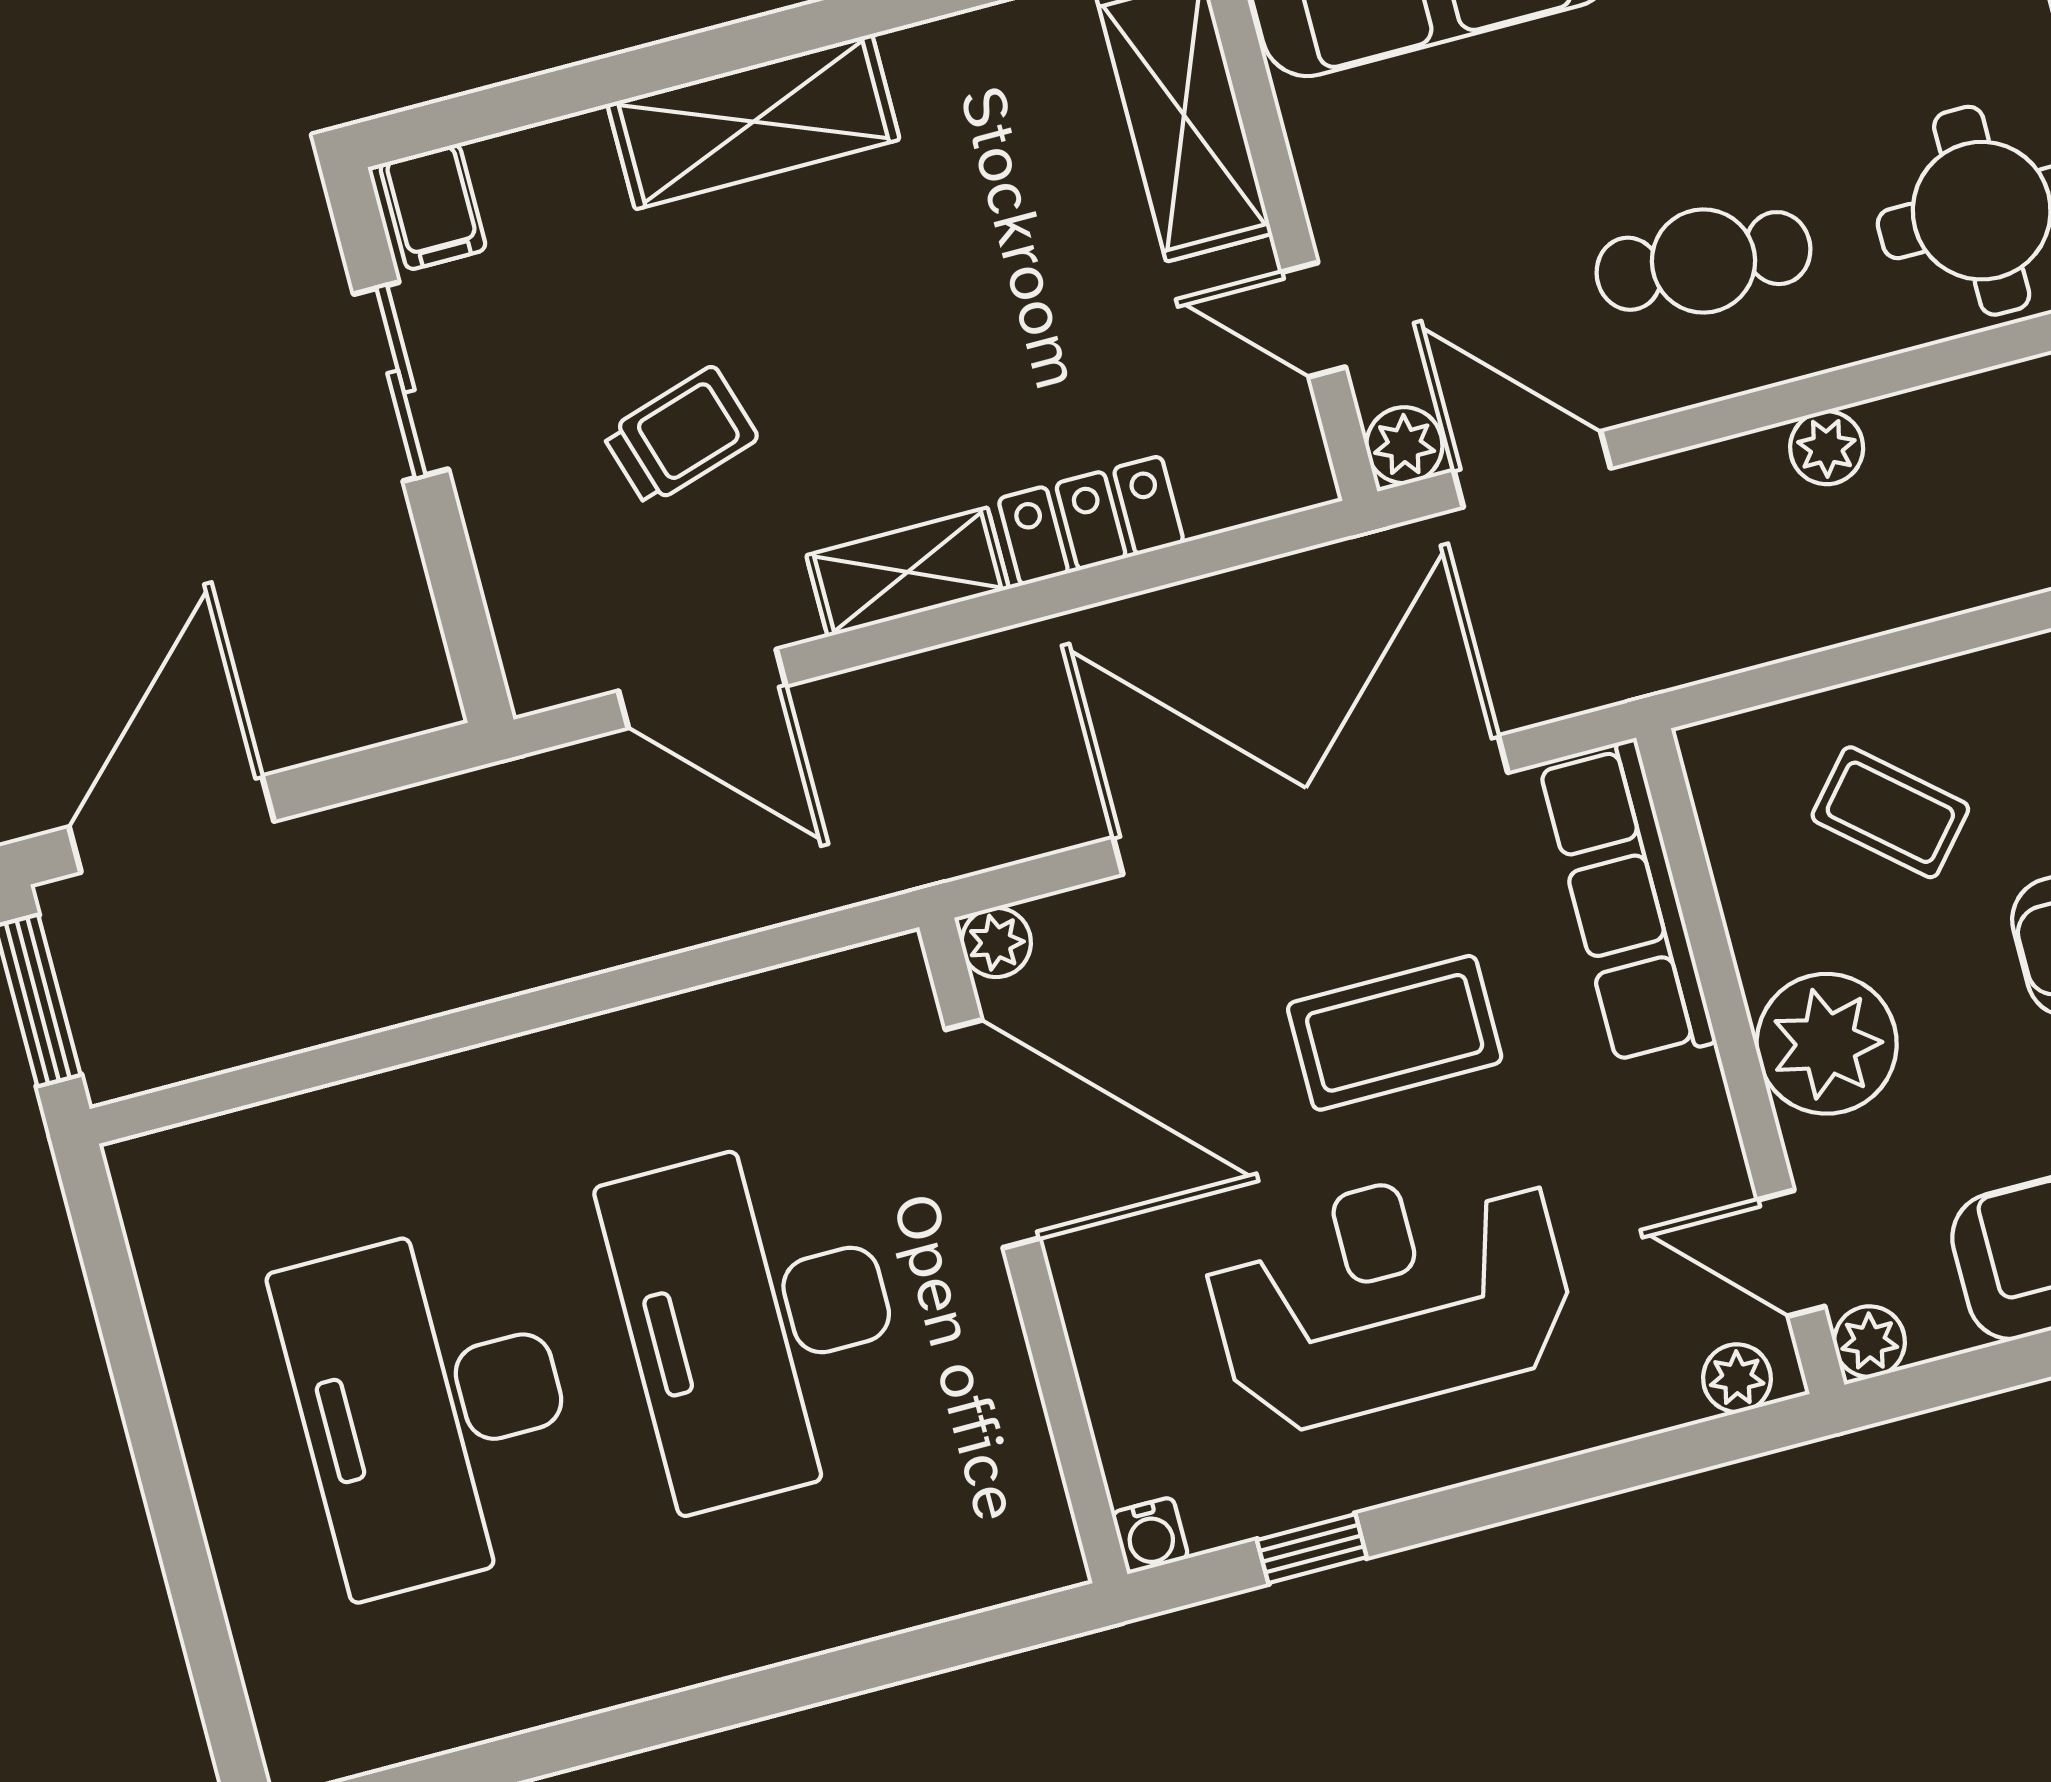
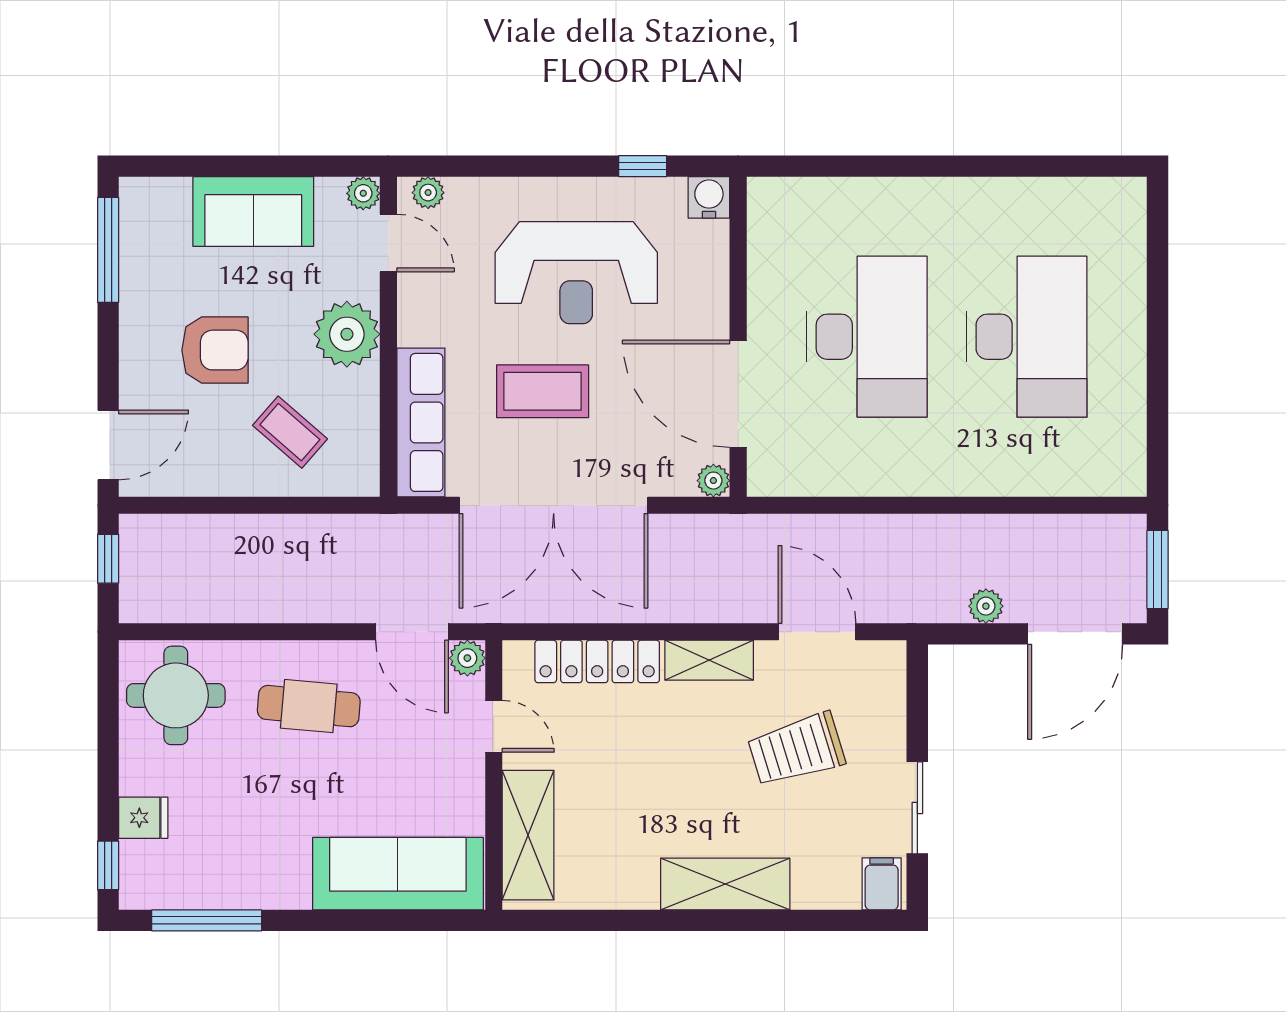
trolley: (680, 436) -> (796, 750), width x1.36, depth x1.39
plant: (1827, 448) -> (986, 606), moved
locker: (1091, 521) -> (597, 661), width x1.53
water cooler: (1150, 1535) -> (709, 197), width x1.38, depth x1.38

